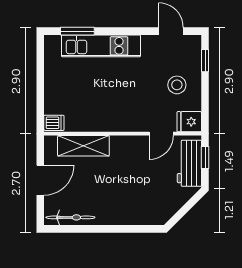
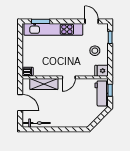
kitchen unit: (101, 46) -> (53, 29), width x1.36
door: (161, 134) -> (69, 77), moved
door: (40, 180) -> (20, 103), hinge flipped

